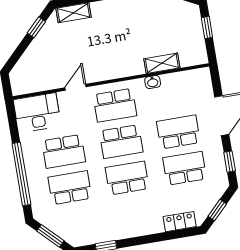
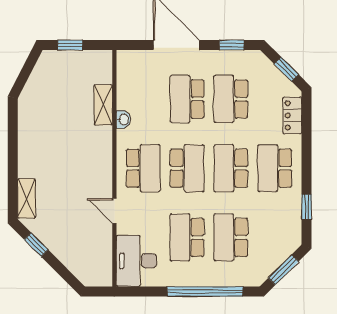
school desk: (64, 151) -> (187, 237), turned 180
school desk: (133, 214) -> (275, 168), added

